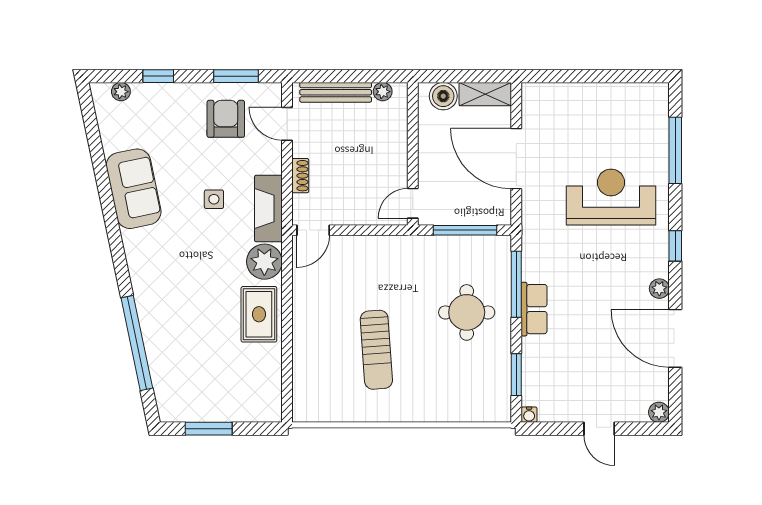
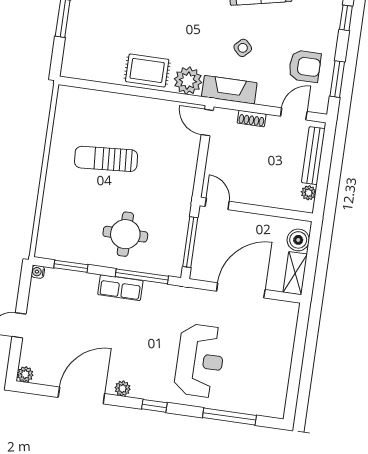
side table: (214, 199) -> (243, 48), turned 45

